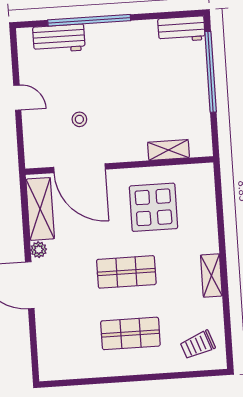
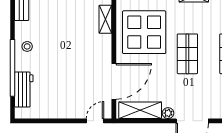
door: (17, 98) -> (95, 121), moved
stool: (79, 119) -> (27, 46), moved
display table: (153, 207) -> (144, 32), width x1.36, depth x1.36

